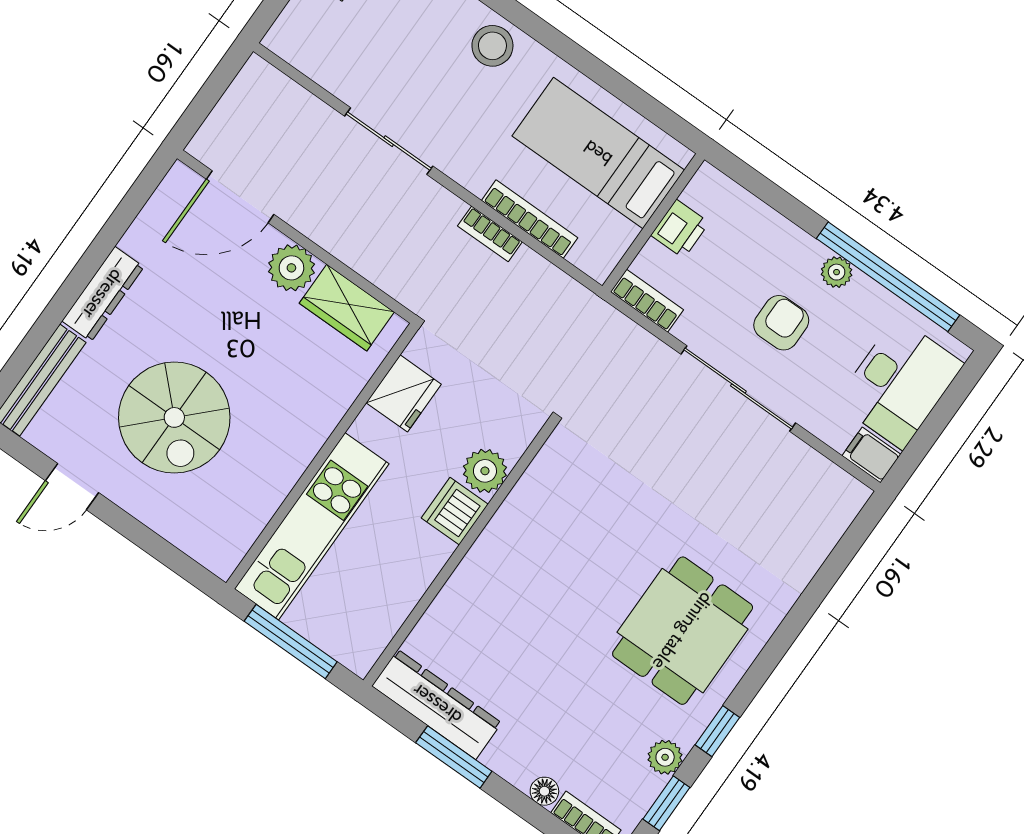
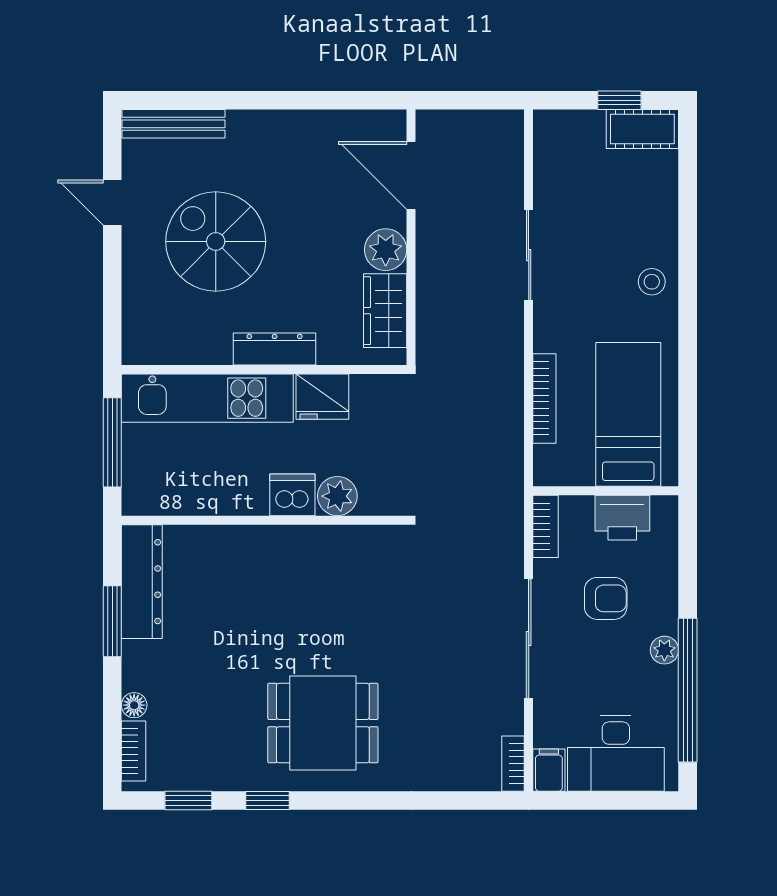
stool: (492, 46) -> (652, 282), width x0.73, depth x0.73
printer: (680, 229) -> (622, 518), width x1.36, depth x1.24
bookcase: (490, 234) -> (513, 764), moved
dresser: (103, 294) -> (275, 349), moved, turned 180
armchair: (781, 323) -> (606, 598), moved
fridge: (404, 393) -> (322, 397), moved
spiral stairs: (174, 417) -> (216, 241), turned 90
plant: (665, 757) -> (221, 776), removed

